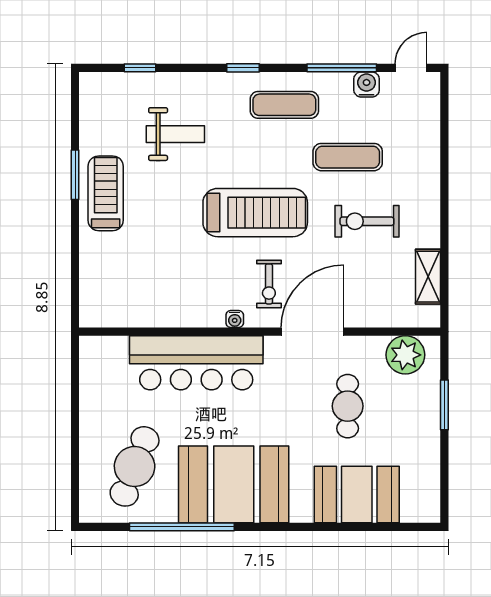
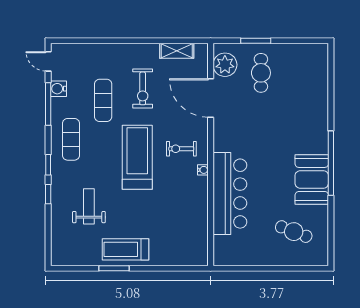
window: (140, 68) -> (48, 194), moved
exercise bike: (269, 284) -> (181, 149), turned 180
door: (313, 332) -> (211, 98), moved
cafe table: (348, 406) -> (261, 73), moved, turned 90
cafe table: (135, 466) -> (294, 232), width x0.73, depth x0.74
booth: (234, 484) -> (312, 179), width x0.73, depth x0.70
booth: (357, 495) -> (311, 95), removed
window: (182, 527) -> (331, 163), moved

